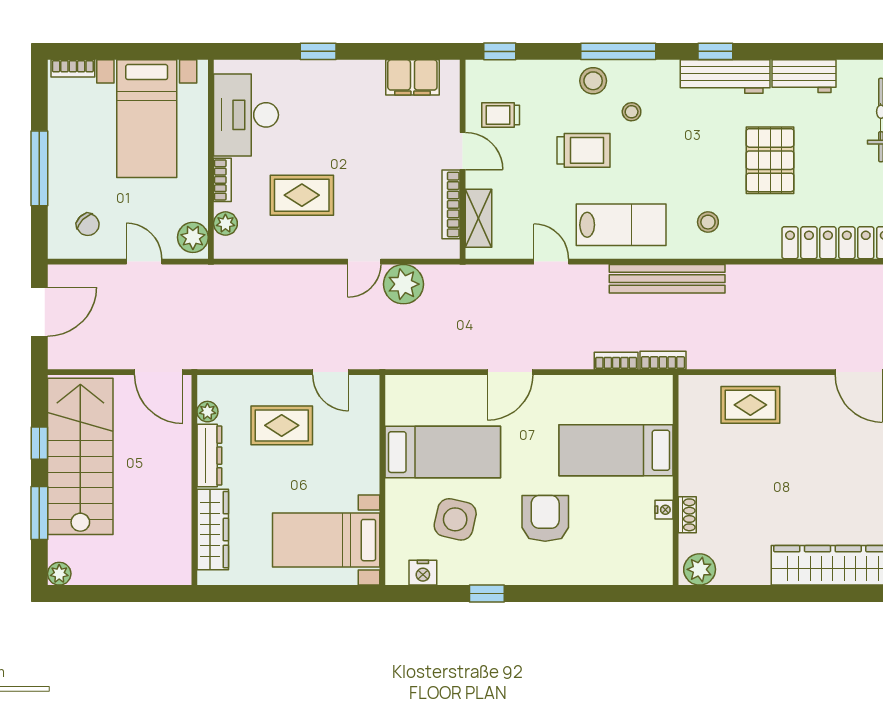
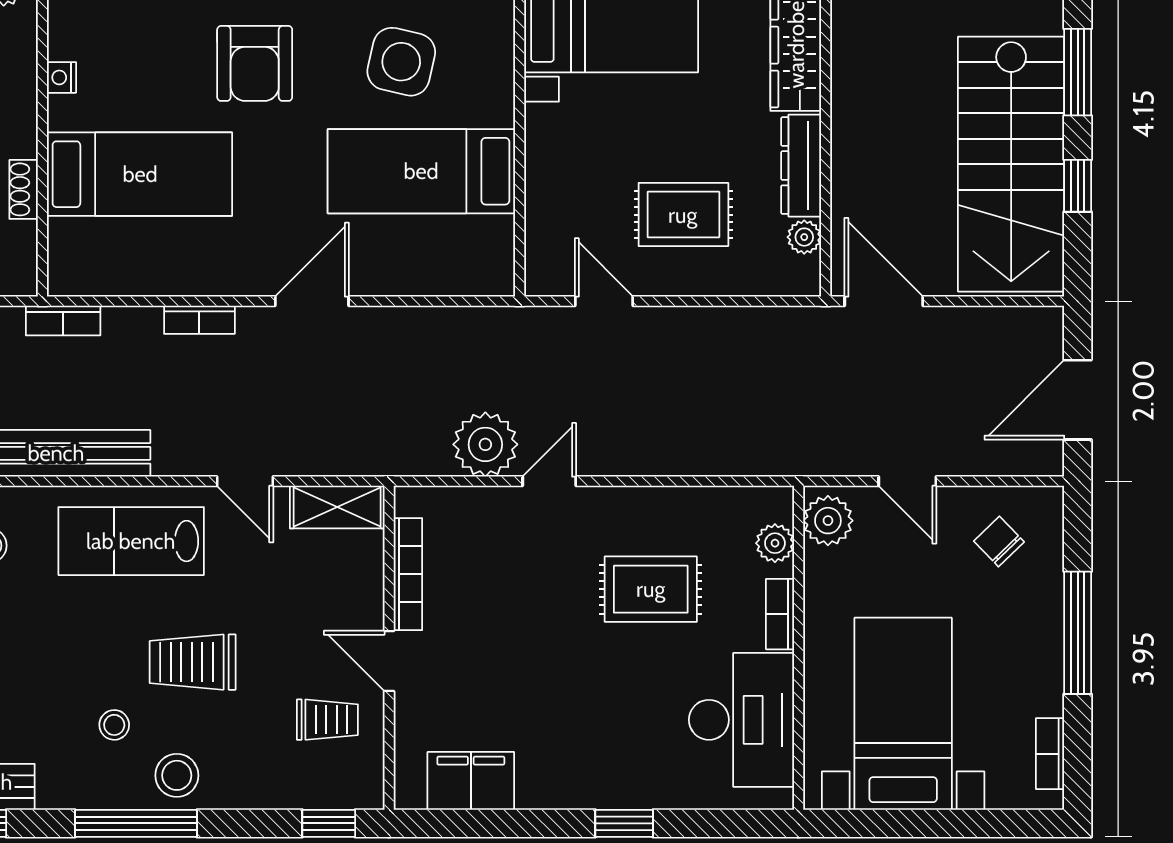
bookcase: (73, 68) -> (1050, 754), moved, turned -90
shelving: (479, 218) -> (337, 507), moved, turned 90
bookcase: (616, 361) -> (199, 320), moved
shoe rack: (687, 515) -> (24, 189), moved

